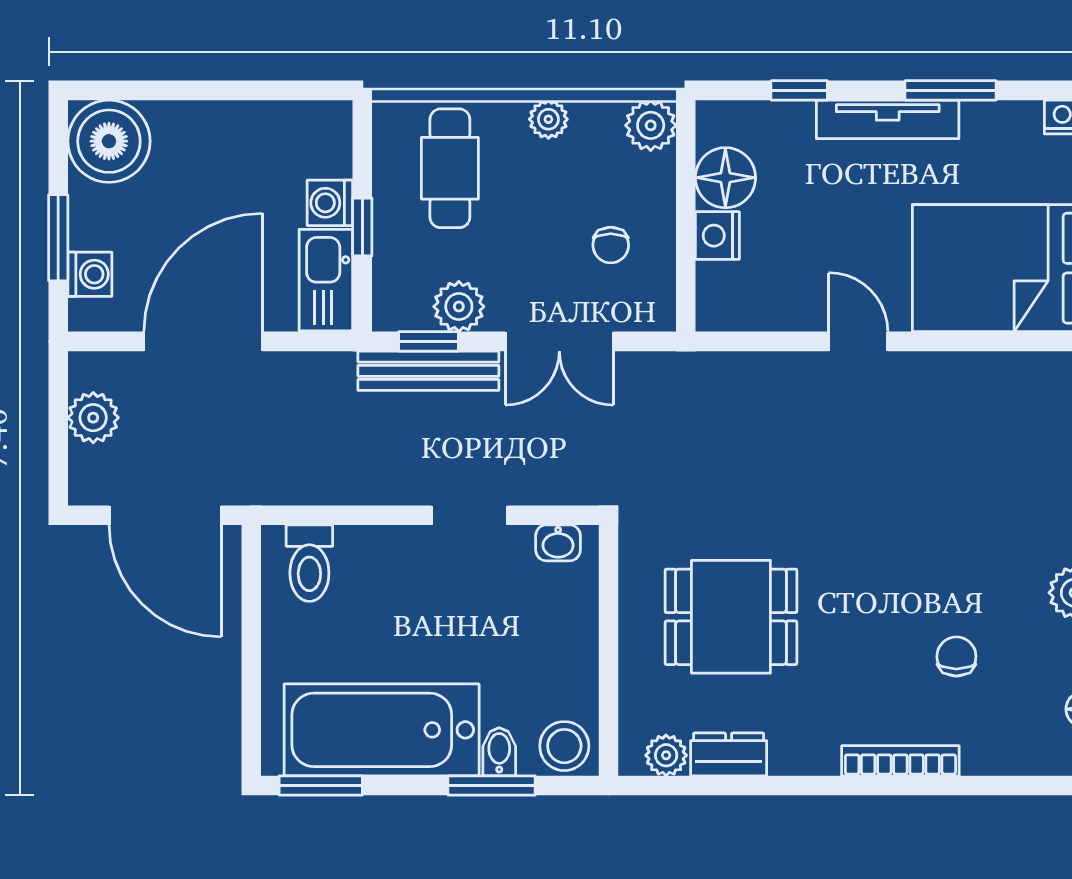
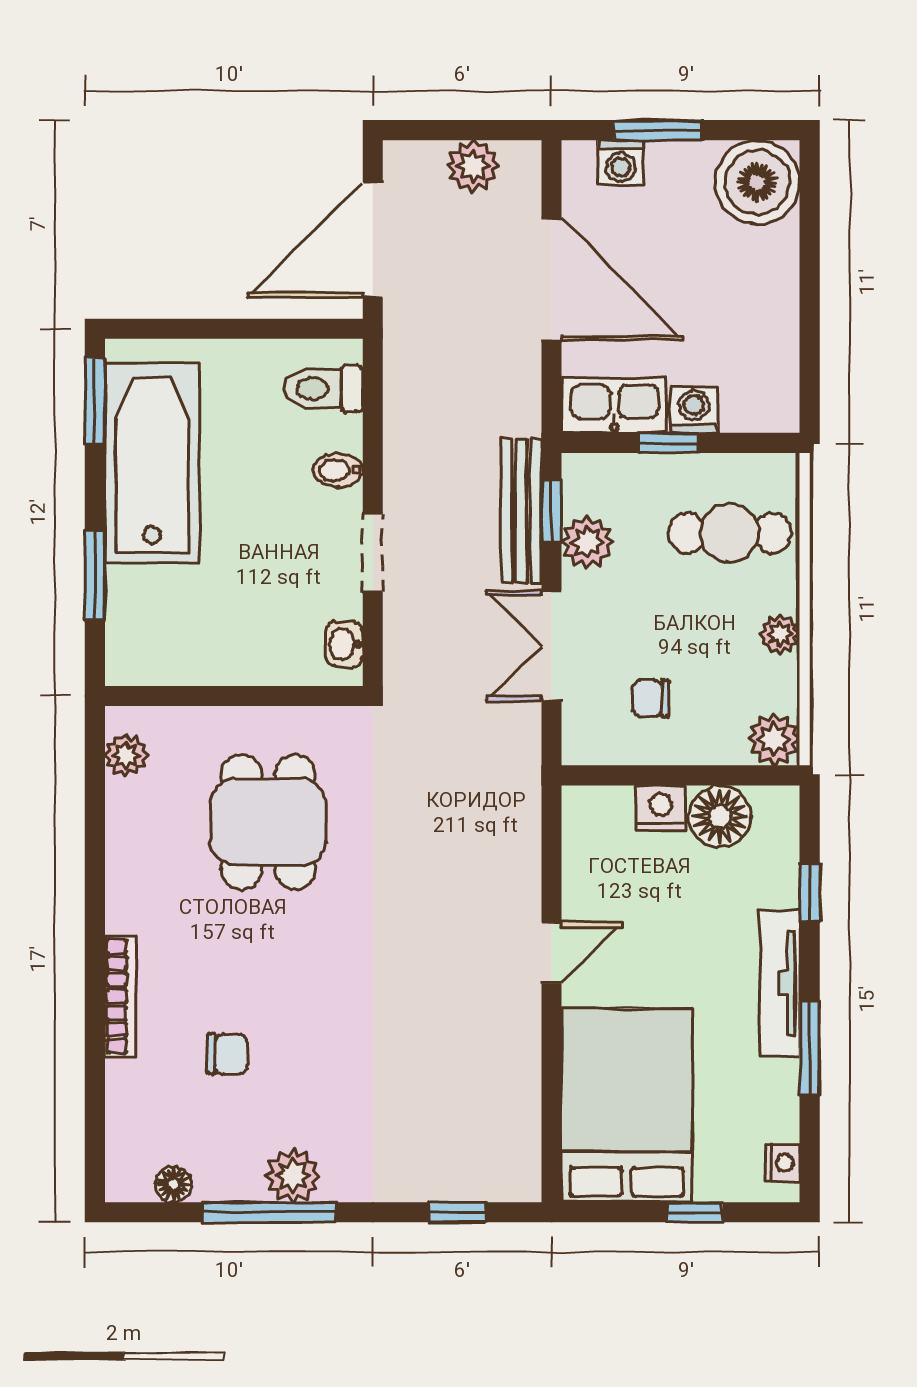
stool: (564, 746) -> (135, 651), removed
bidet: (499, 752) -> (338, 470), moved, turned 180
dresser: (729, 754) -> (127, 820), removed

